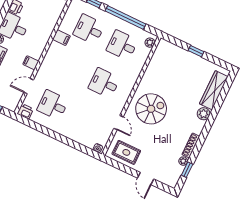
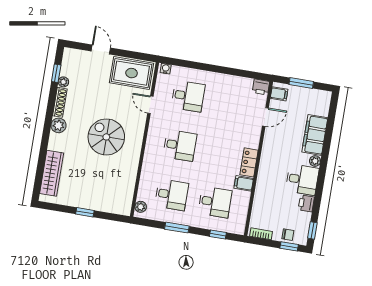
window: (125, 17) -> (177, 228), width x0.47
locker: (52, 53) -> (249, 162), added
filing cabinet: (31, 63) -> (279, 94), moved
desk: (53, 105) -> (188, 96), moved
spiral stairs: (151, 109) -> (106, 137), moved, turned 90
plant: (204, 114) -> (58, 125), moved
rug: (126, 152) -> (132, 73), width x1.36, depth x1.43

